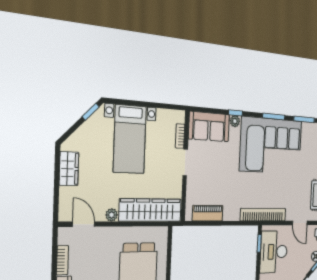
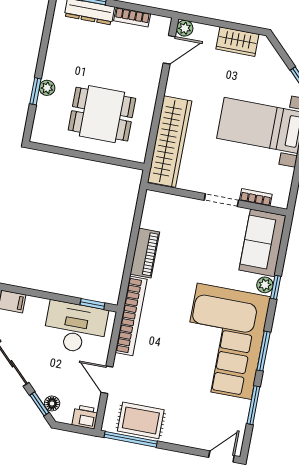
piano: (208, 213) -> (145, 253), moved
plant: (112, 215) -> (185, 28), moved
door: (300, 223) -> (107, 380), hinge flipped

